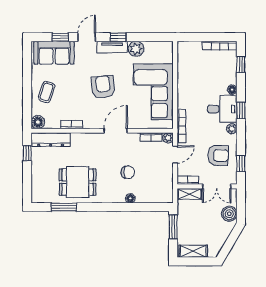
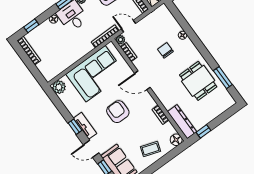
plant: (136, 49) -> (59, 87), moved
armchair: (103, 87) -> (118, 112), turned 96

